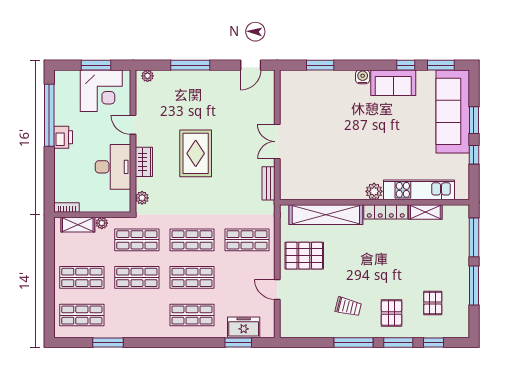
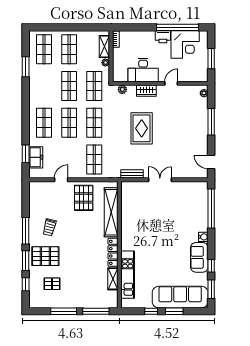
window: (320, 65) -> (211, 209), width x2.11
corner desk: (101, 91) -> (185, 44), moved, turned -90
rug: (196, 153) -> (142, 128), moved, turned 90
plant: (374, 191) -> (127, 244), removed
pallet: (392, 313) -> (45, 256), width x1.50, depth x1.42

